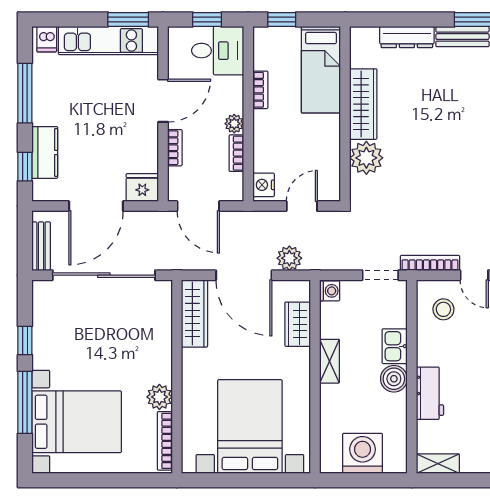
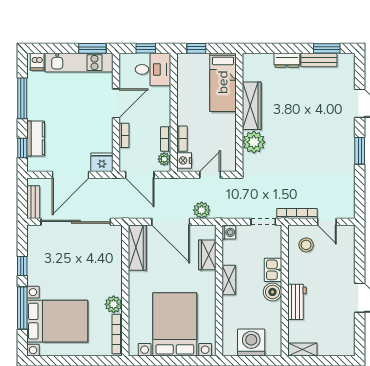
dresser: (407, 37) -> (287, 60), width x0.70
bookcase: (260, 90) -> (182, 139), moved
plant: (234, 124) -> (164, 159), moved

